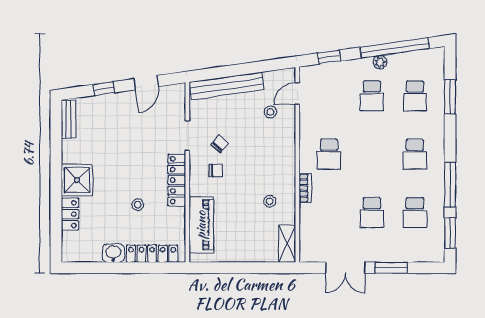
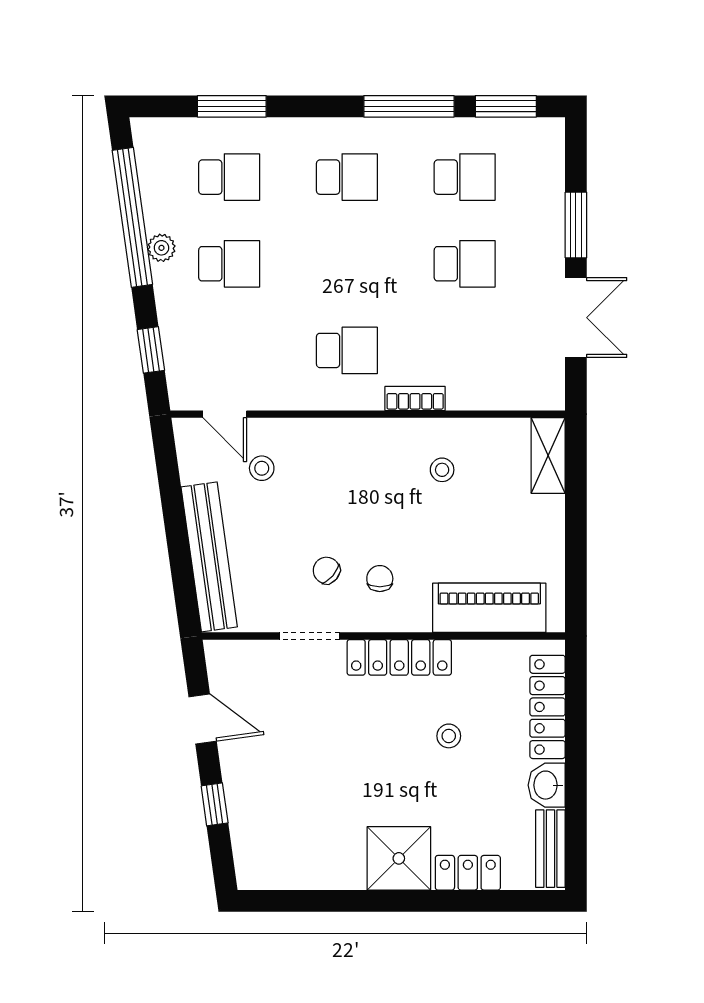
bench: (69, 119) -> (550, 849), moved, turned 90
shelving: (287, 244) -> (548, 455), moved, turned 90

